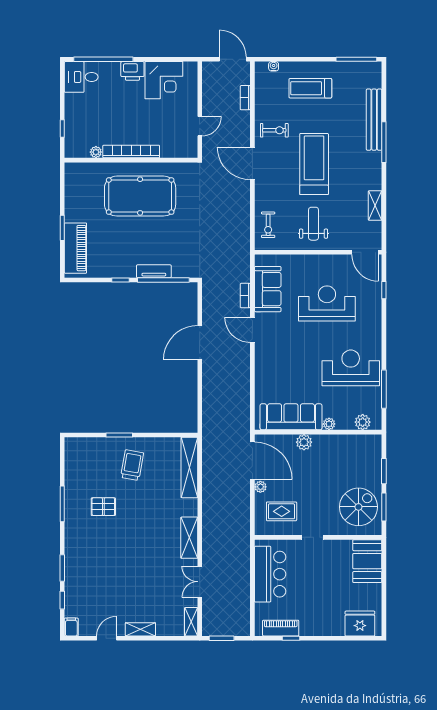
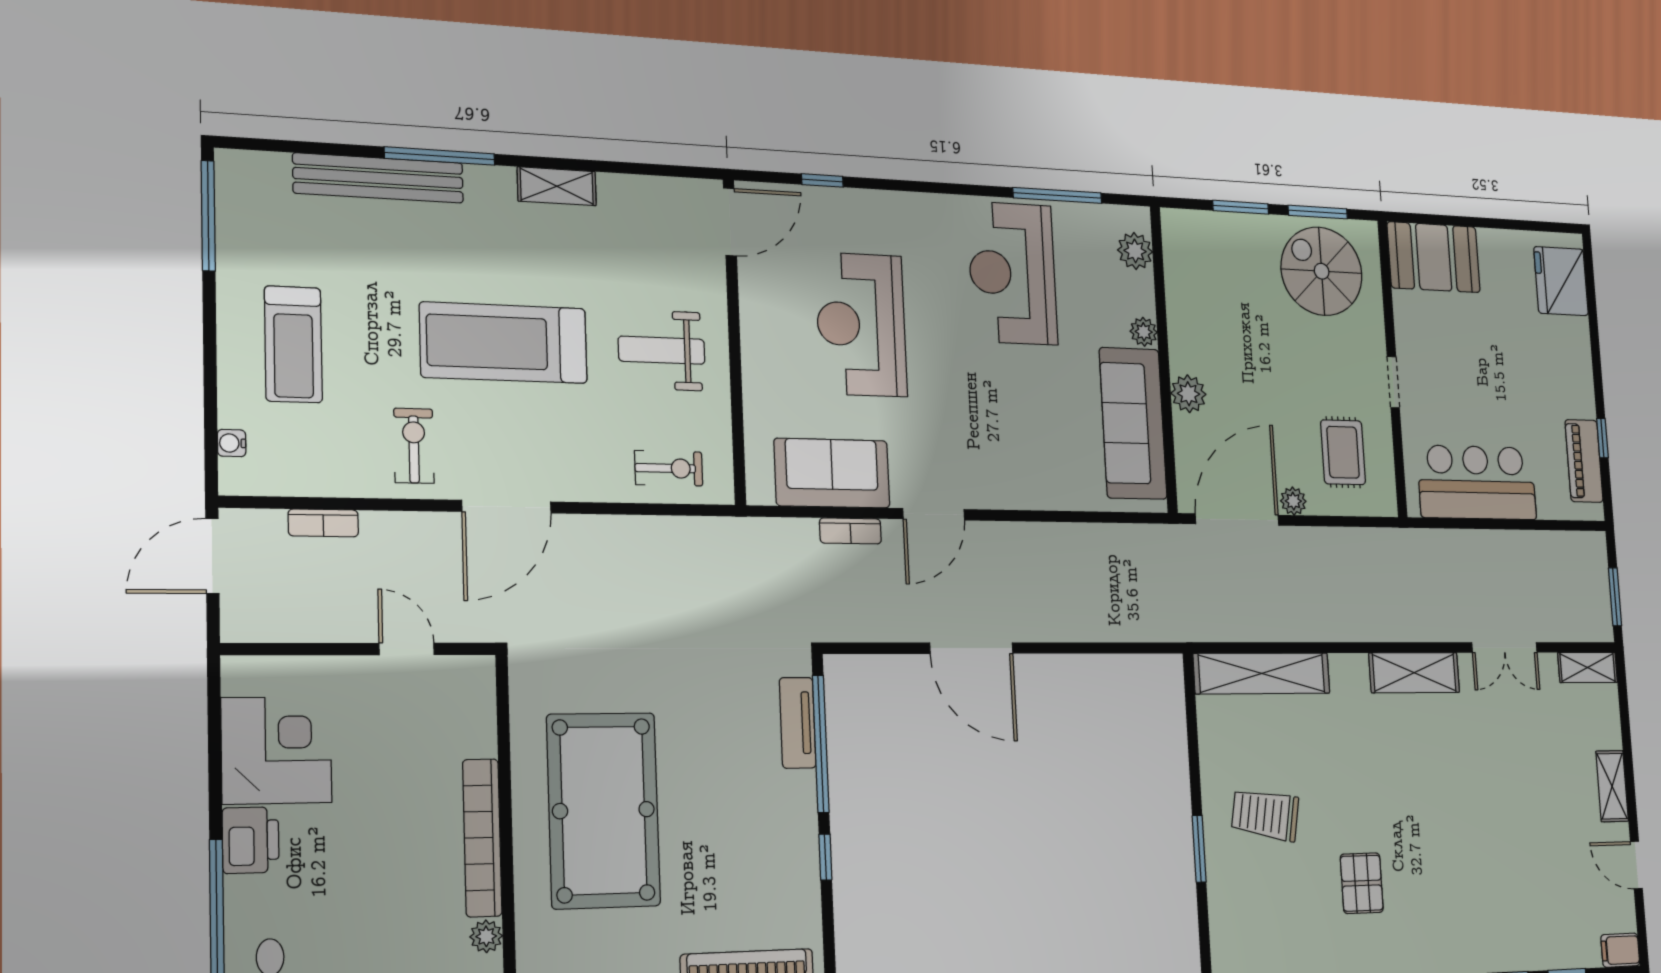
shelving: (375, 206) -> (557, 186), moved
tv unit: (154, 271) -> (798, 723), moved

